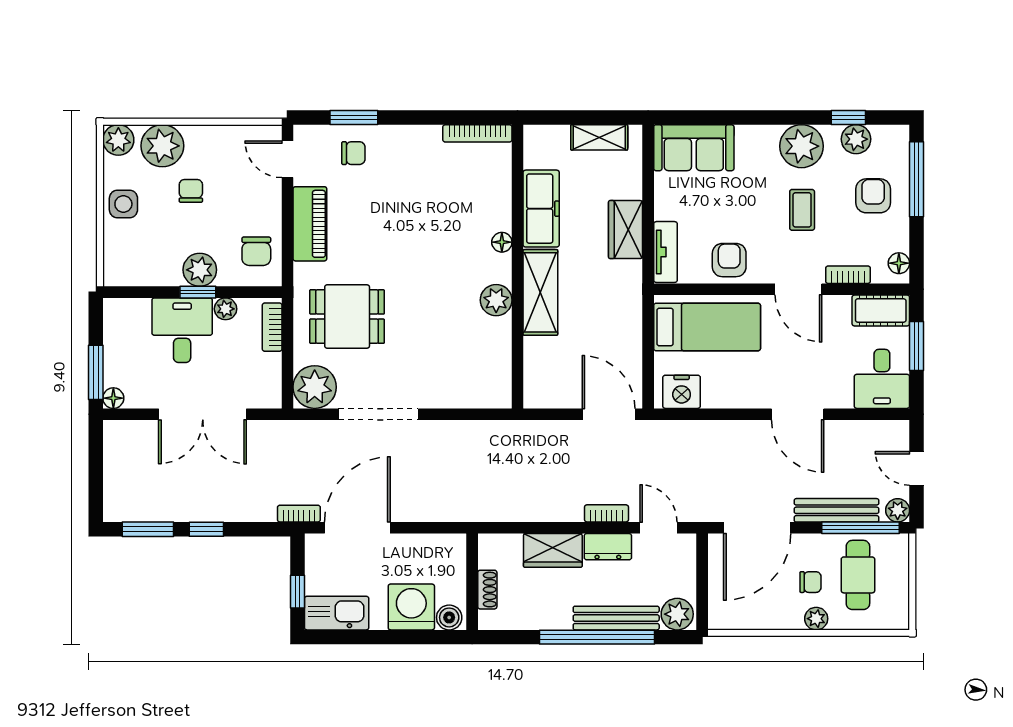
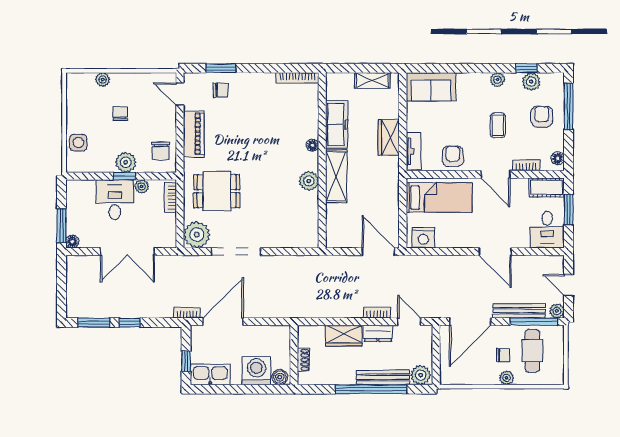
plant: (118, 140) -> (75, 82), removed
plant: (162, 146) -> (103, 80), width x0.53, depth x0.53
plant: (802, 146) -> (498, 80), width x0.53, depth x0.53
side table: (123, 204) -> (78, 143), moved

